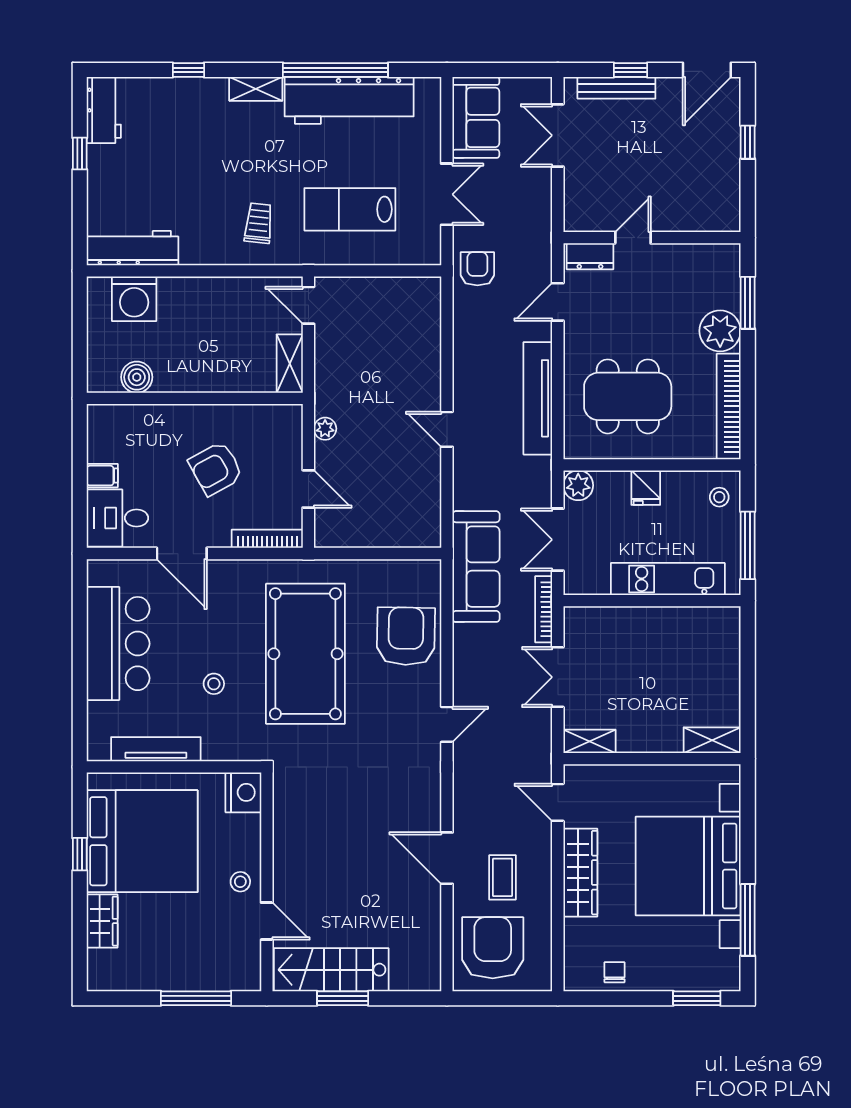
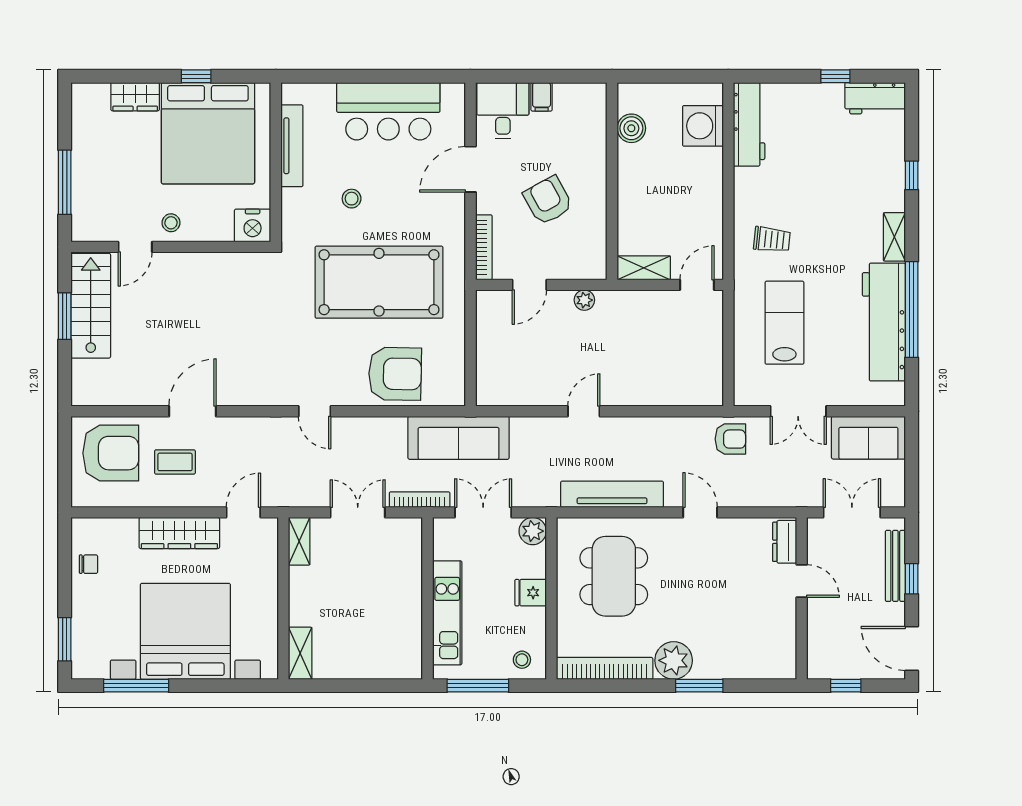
door: (633, 238) -> (802, 581), moved
wall: (652, 238) -> (802, 598), moved
dresser: (590, 256) -> (785, 542), moved

